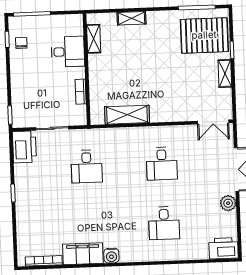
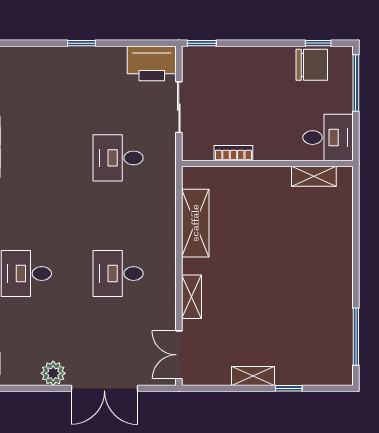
shelving: (131, 18) -> (191, 297), moved
pallet: (204, 35) -> (312, 347), removed
chair: (21, 43) -> (312, 65), width x1.87, depth x1.87
desk: (68, 52) -> (328, 138), moved, turned -90

